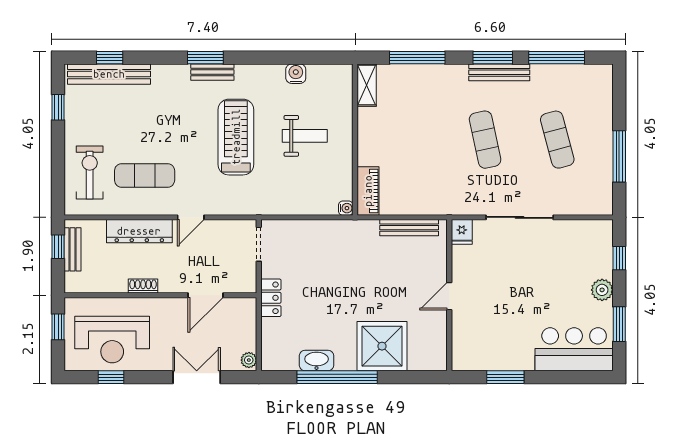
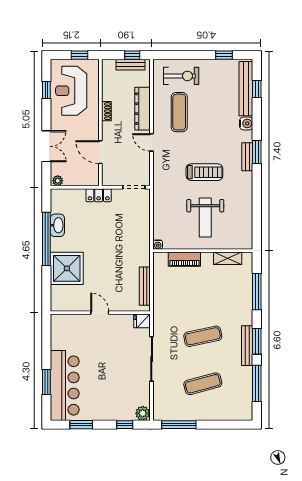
water cooler: (296, 74) -> (246, 123), moved
shelving: (367, 85) -> (228, 258), moved
weight bench: (305, 136) -> (205, 217), width x1.36, depth x1.33
treadmill: (236, 137) -> (204, 172), width x0.73, depth x0.73
window: (619, 156) -> (179, 425), moved
piano: (368, 191) -> (184, 259), moved
plant: (602, 290) -> (143, 413), moved
bar counter: (574, 349) -> (65, 385), width x1.36
window: (505, 377) -> (46, 382), moved

